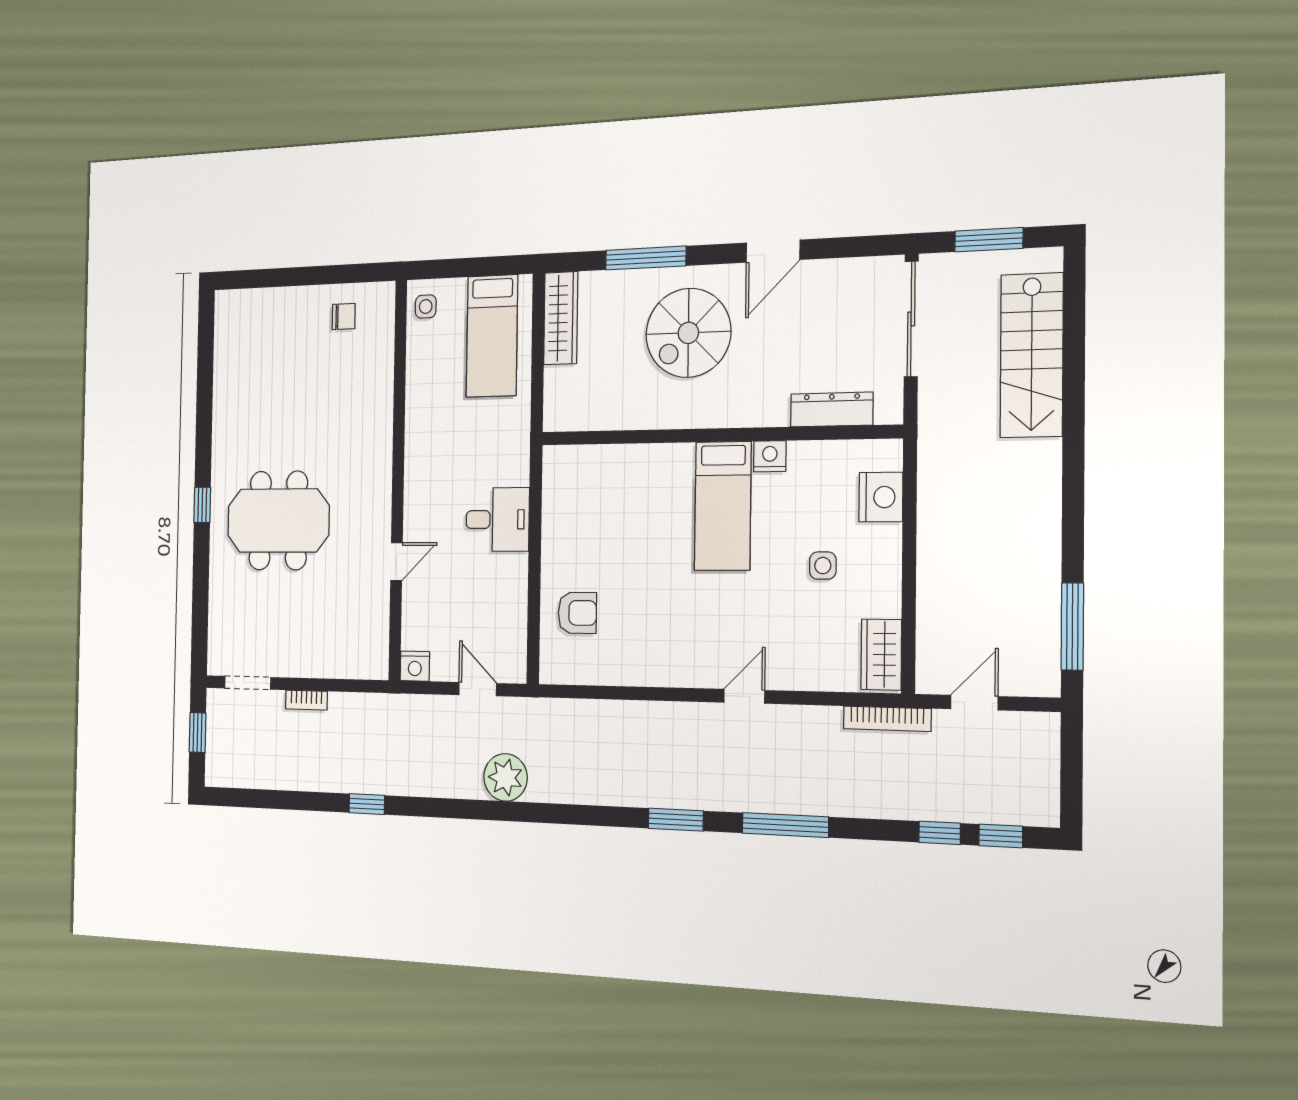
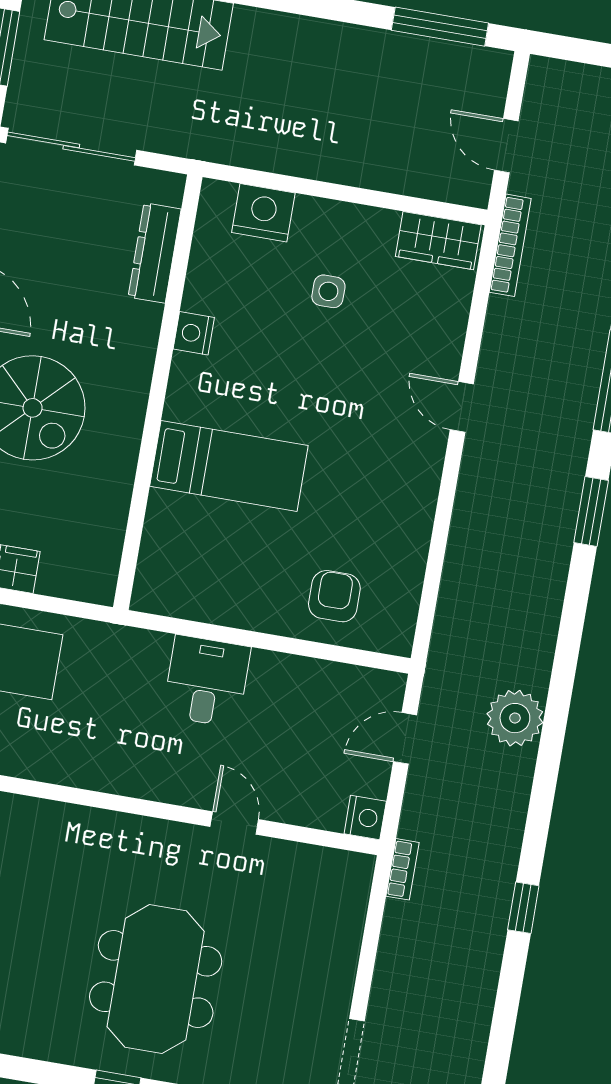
bed: (723, 506) -> (229, 466), moved
bookcase: (306, 700) -> (403, 869), moved

